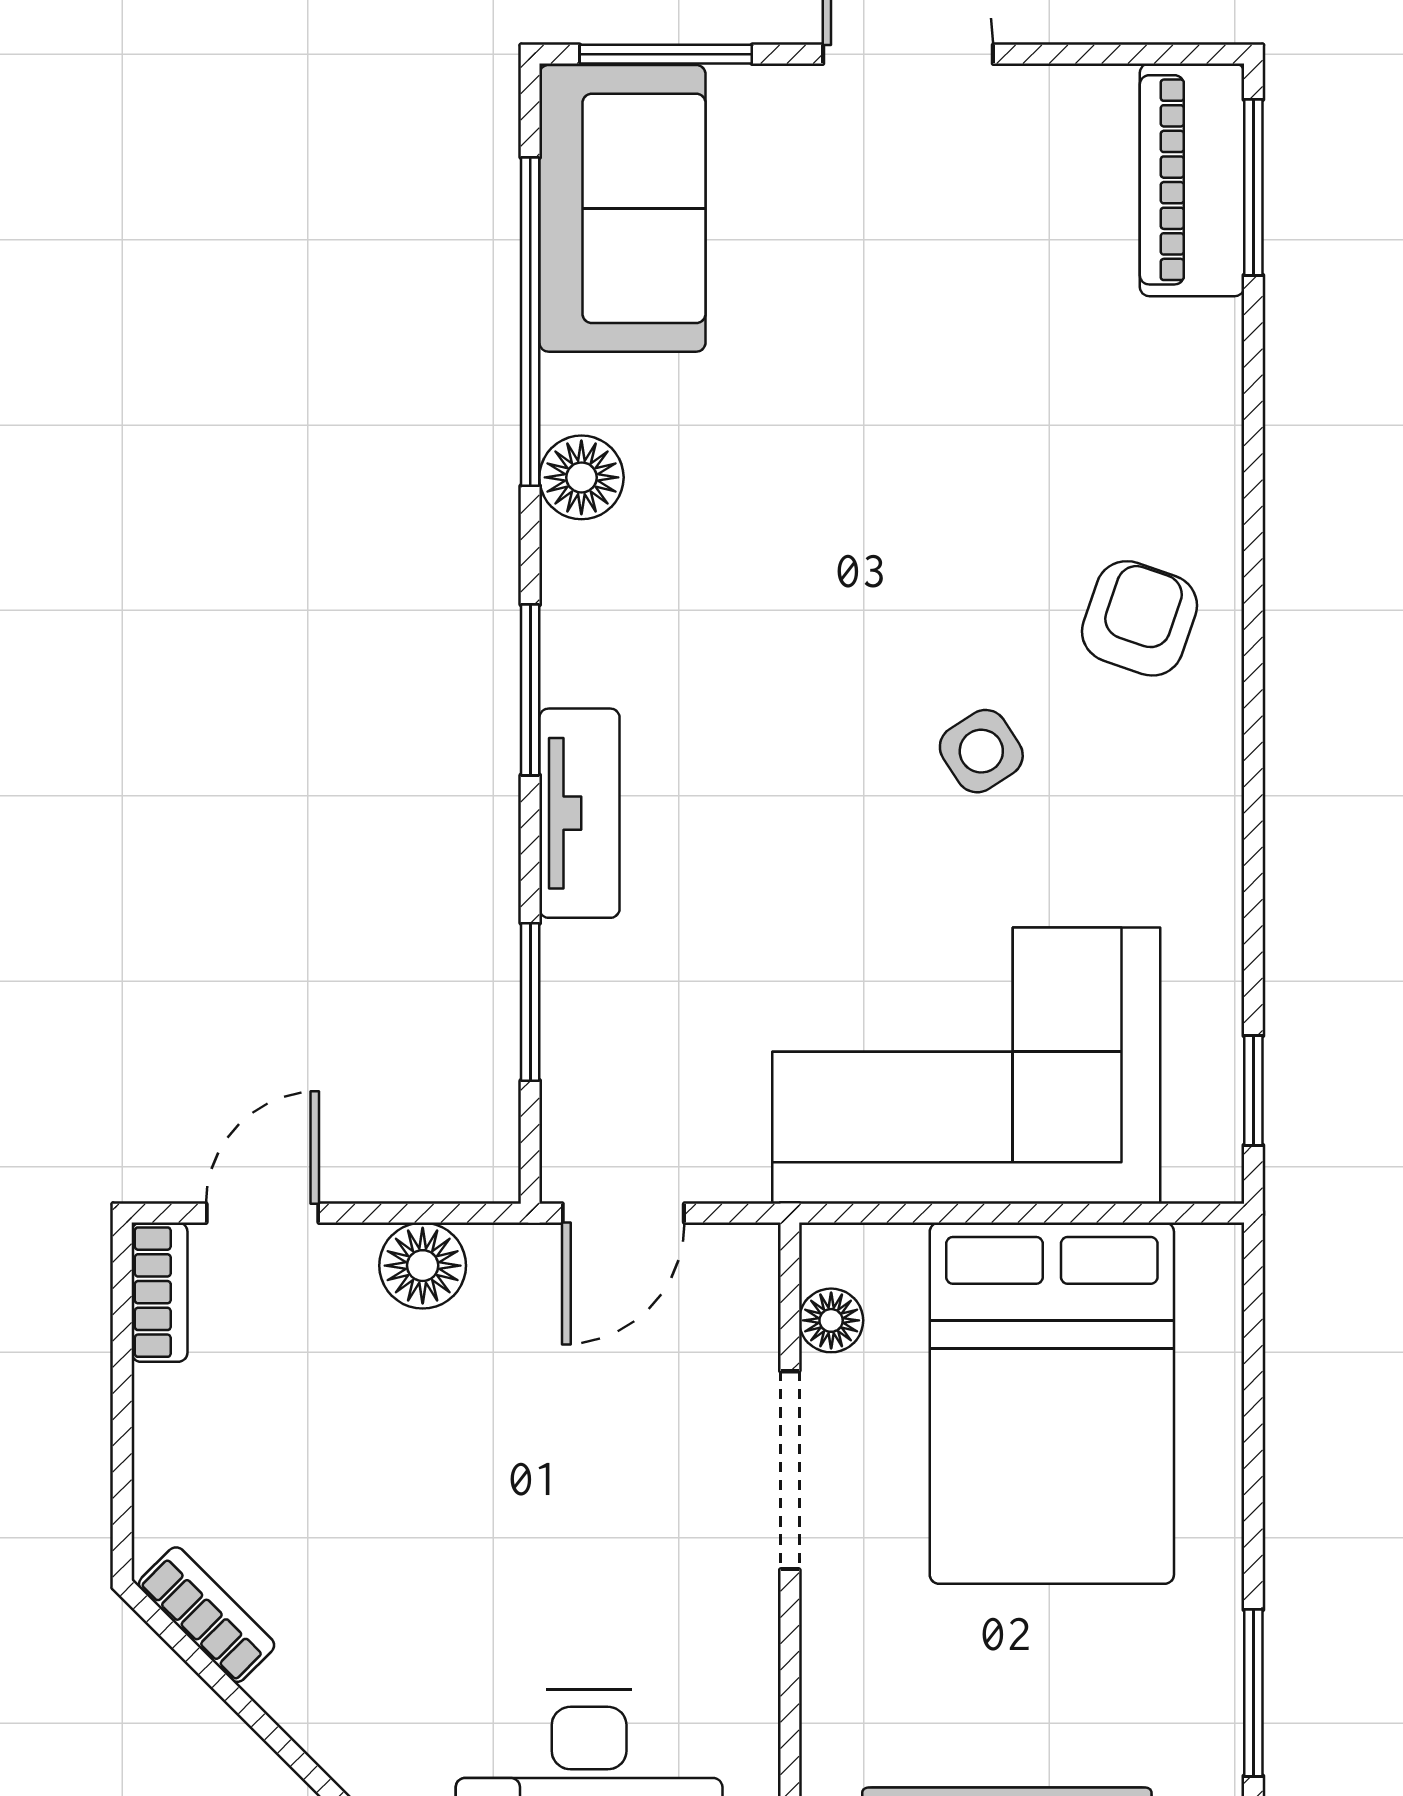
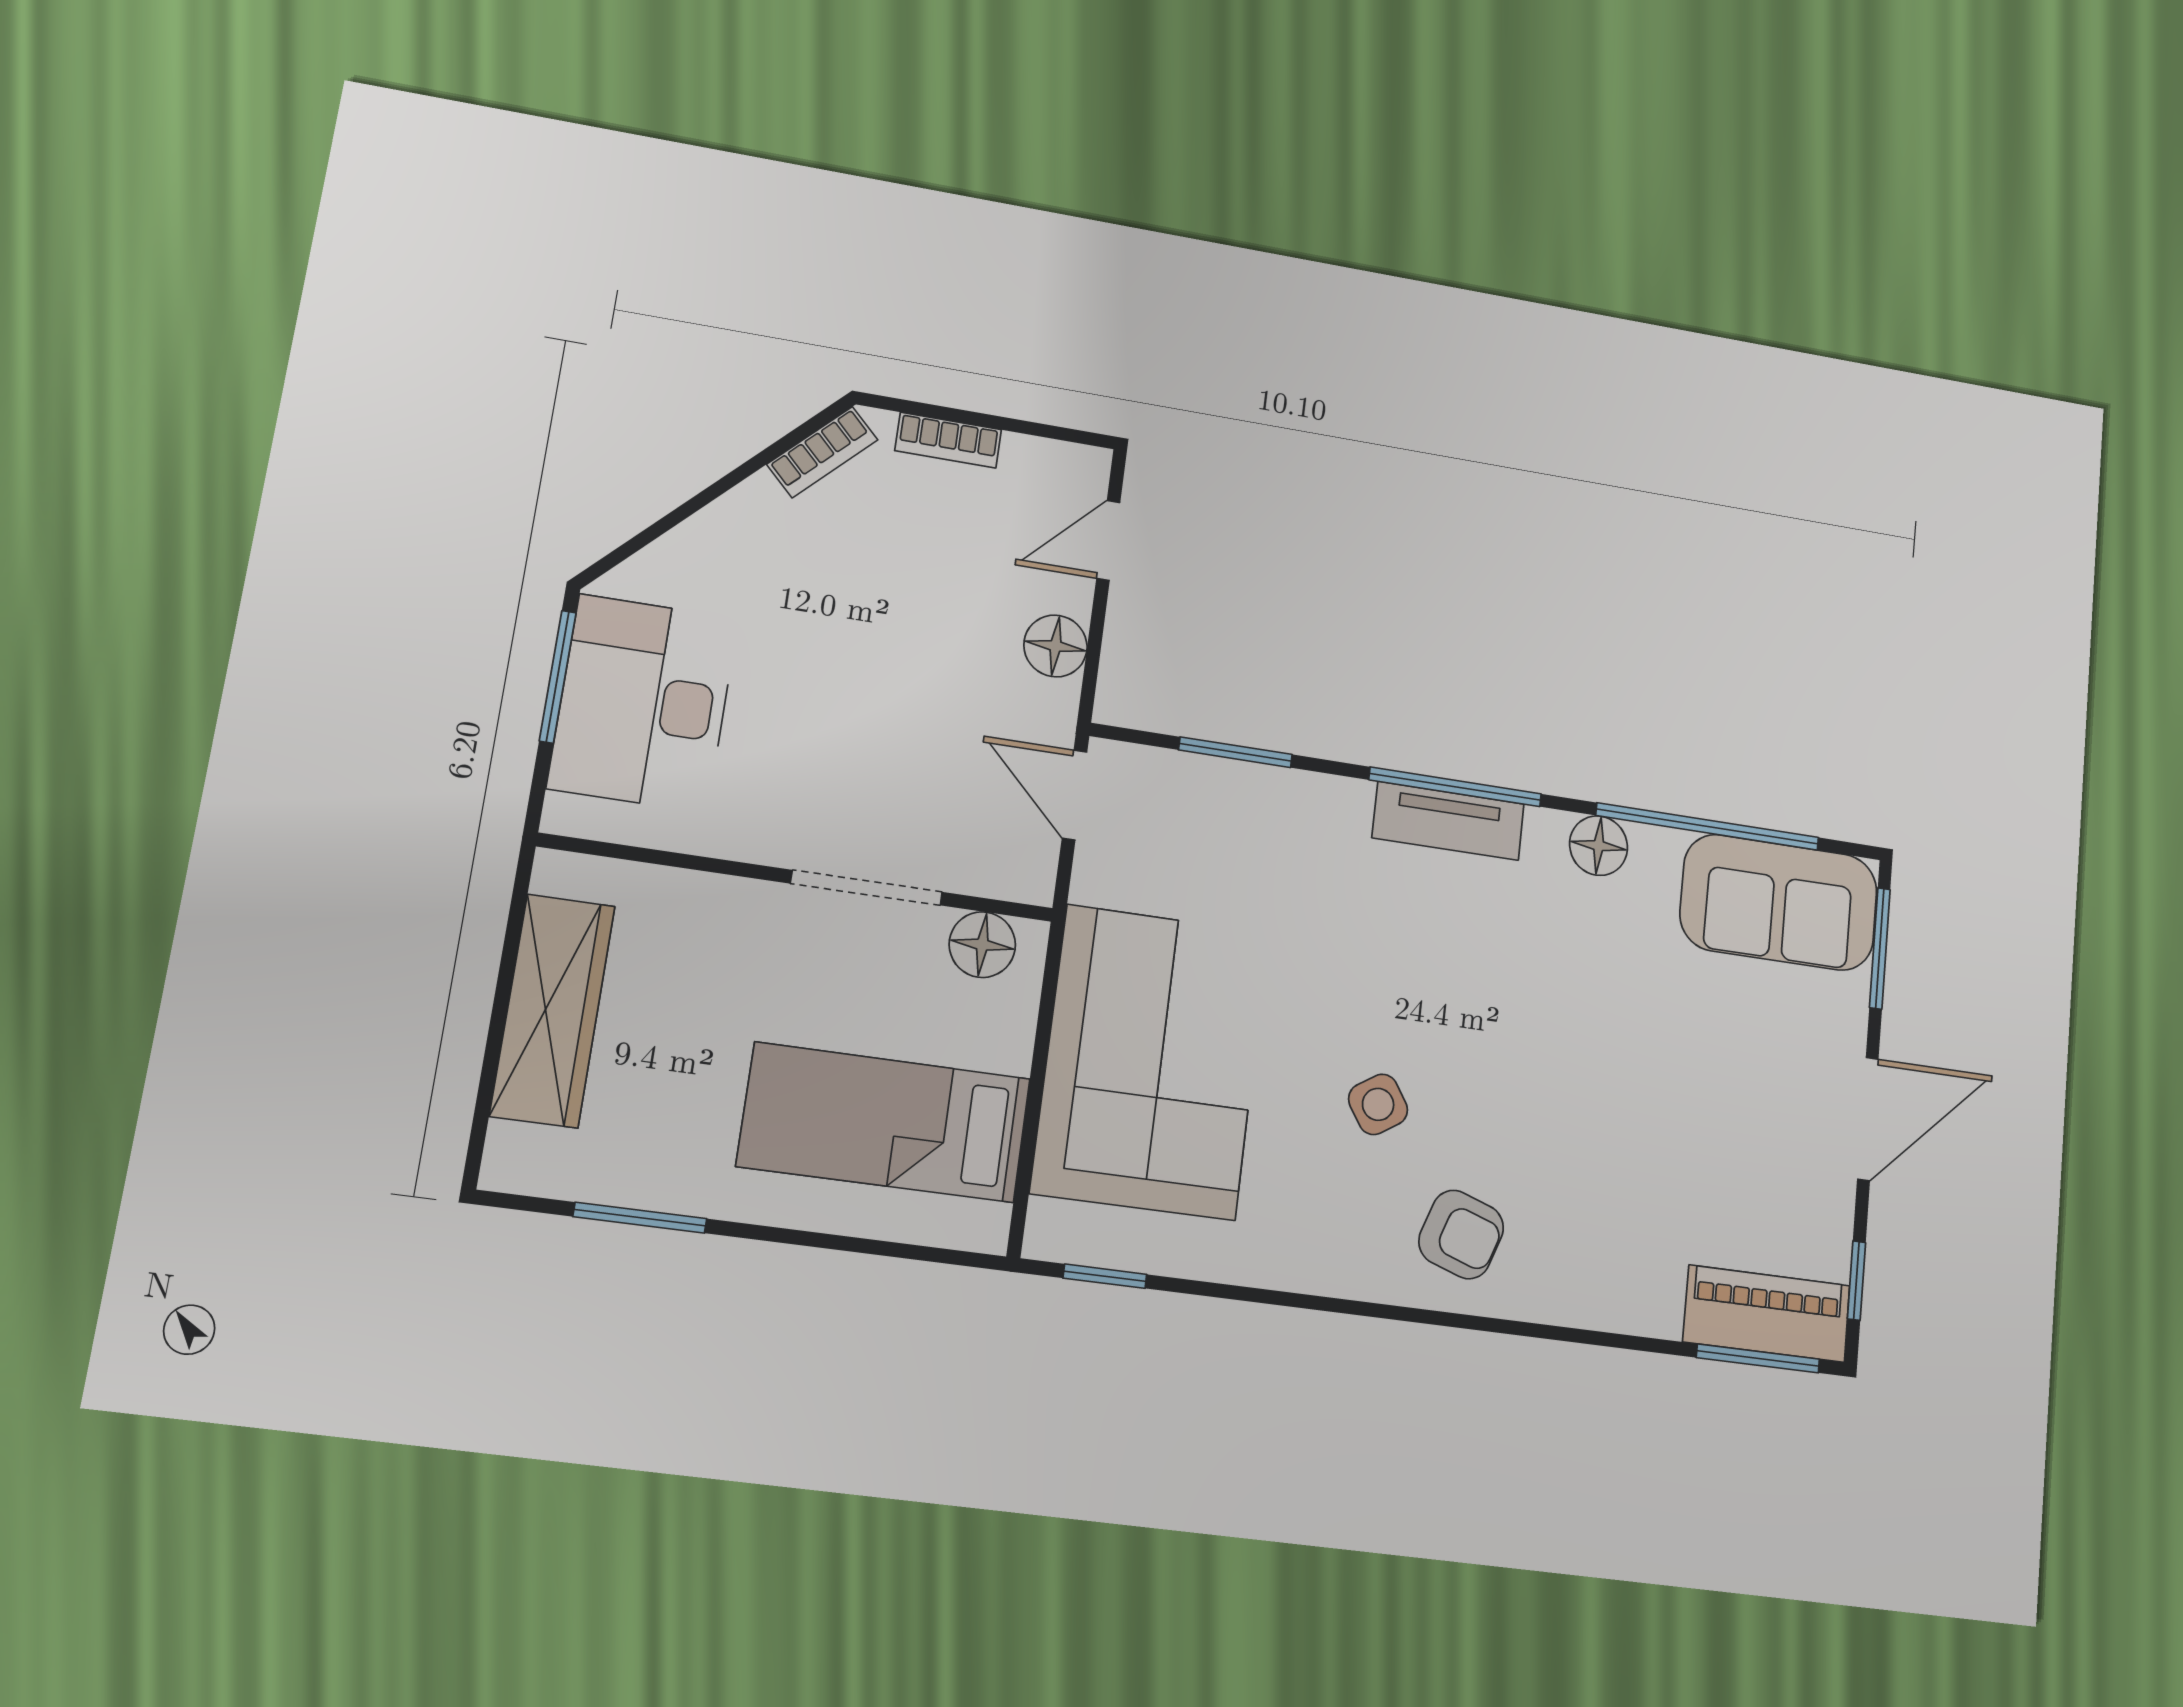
window: (1132, 54) -> (1856, 1281), added
window: (530, 690) -> (1455, 787), width x1.44
tv unit: (579, 813) -> (1448, 821), moved
door: (263, 1213) -> (1108, 540), swing flipped
bookcase: (159, 1292) -> (948, 440), moved
floor lamp: (831, 1320) -> (982, 945), width x1.37, depth x1.37
bed: (1052, 1403) -> (884, 1122), width x0.67

